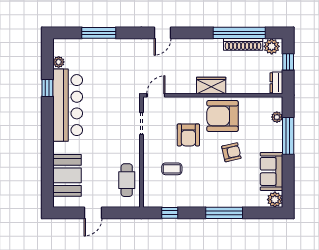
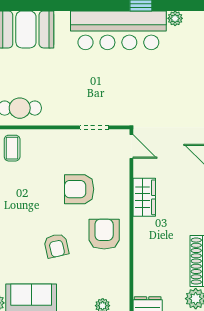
wardrobe: (211, 85) -> (144, 197), moved
armchair: (223, 116) -> (104, 234), width x0.73, depth x0.73
coffee table: (172, 169) -> (12, 148), moved

